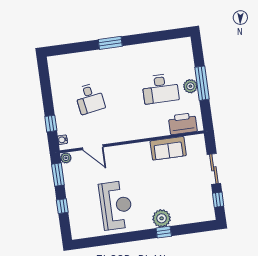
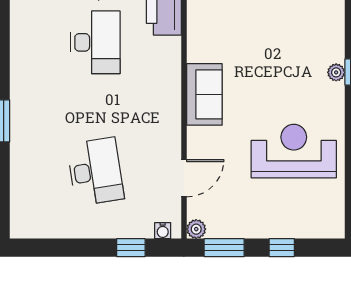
desk: (90, 98) -> (95, 172), width x1.37
sofa: (168, 148) -> (204, 94), moved
plant: (162, 218) -> (336, 72), width x0.53, depth x0.53

